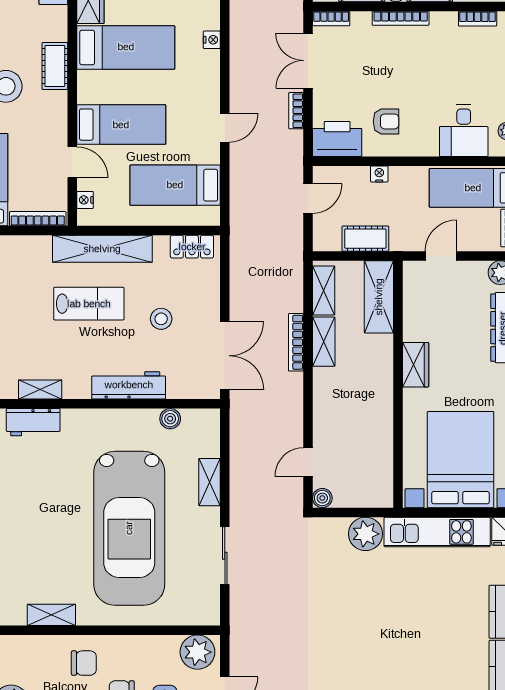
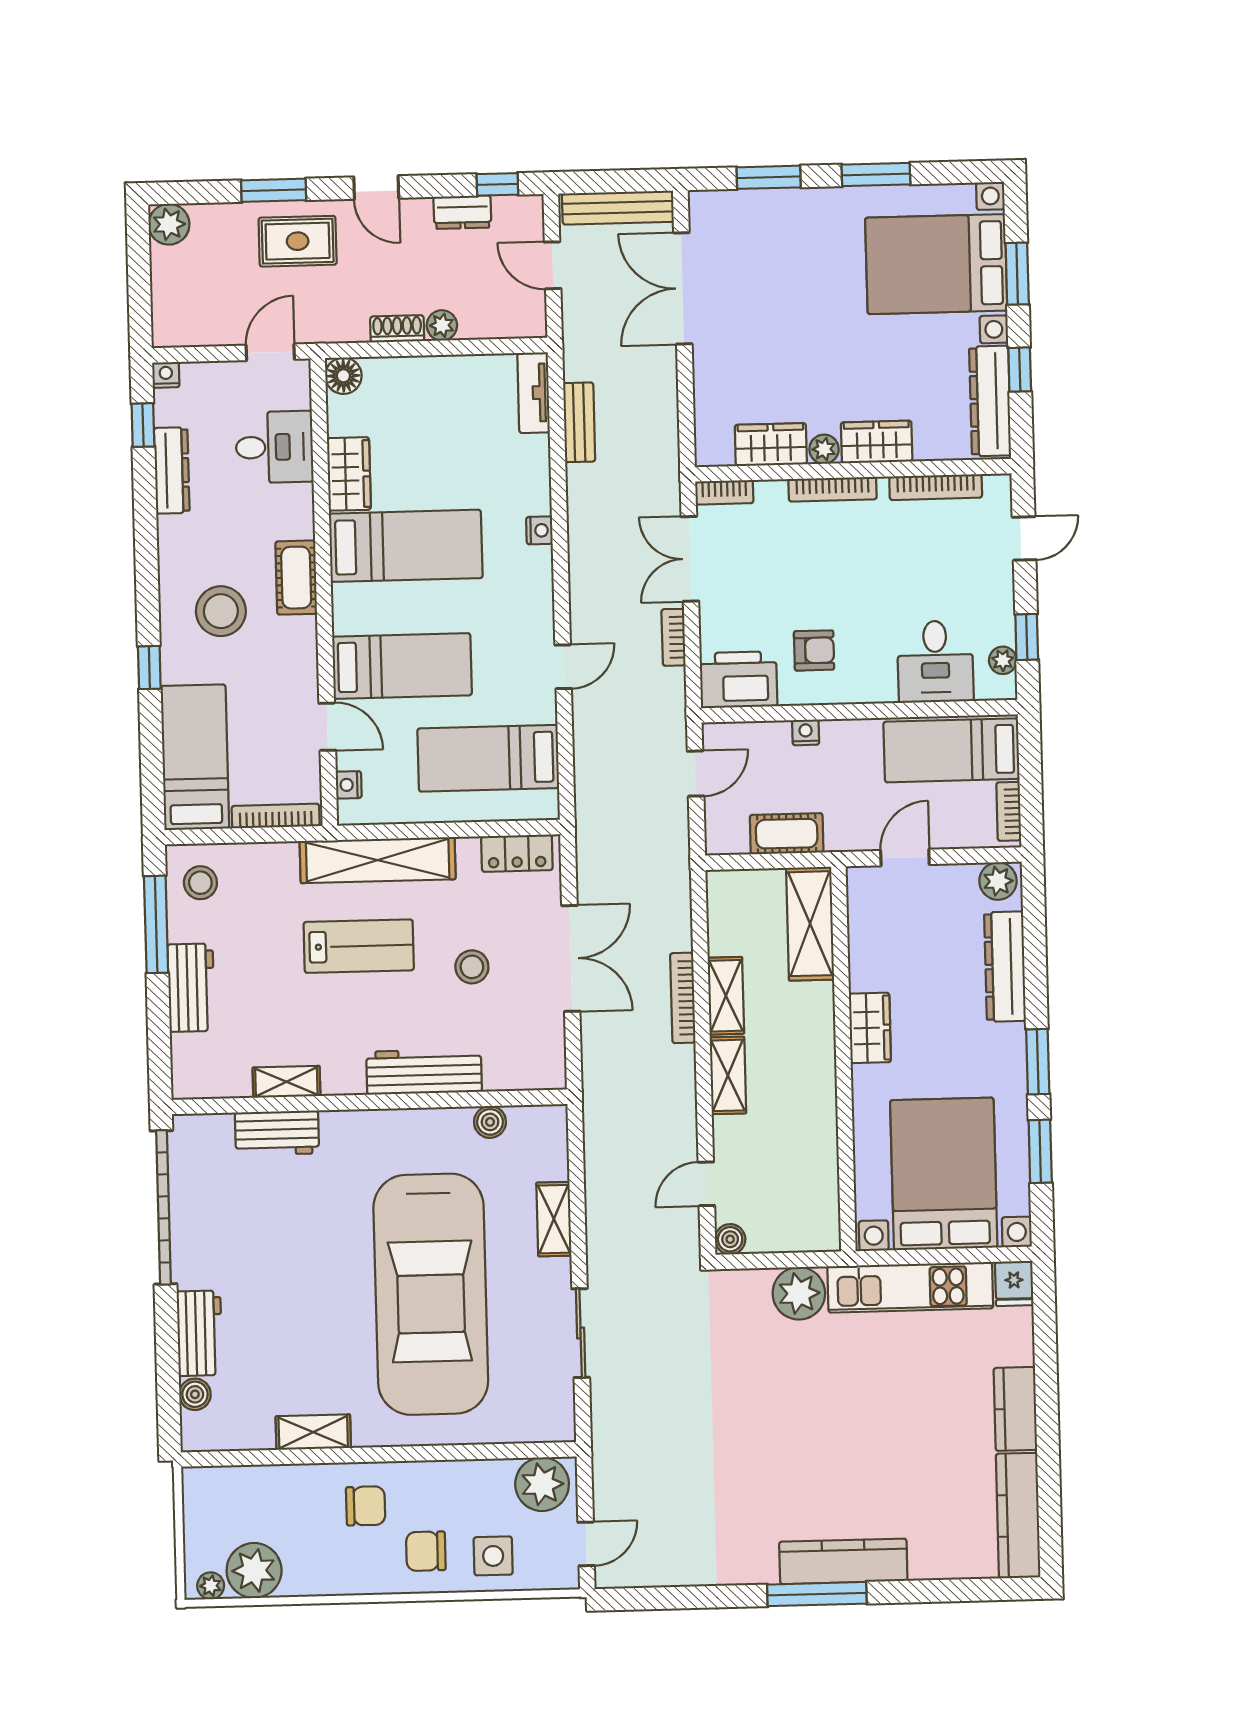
bookcase: (478, 19) -> (936, 487), width x1.56
shelving: (324, 290) -> (728, 1075), moved
double door: (225, 356) -> (571, 958), moved

